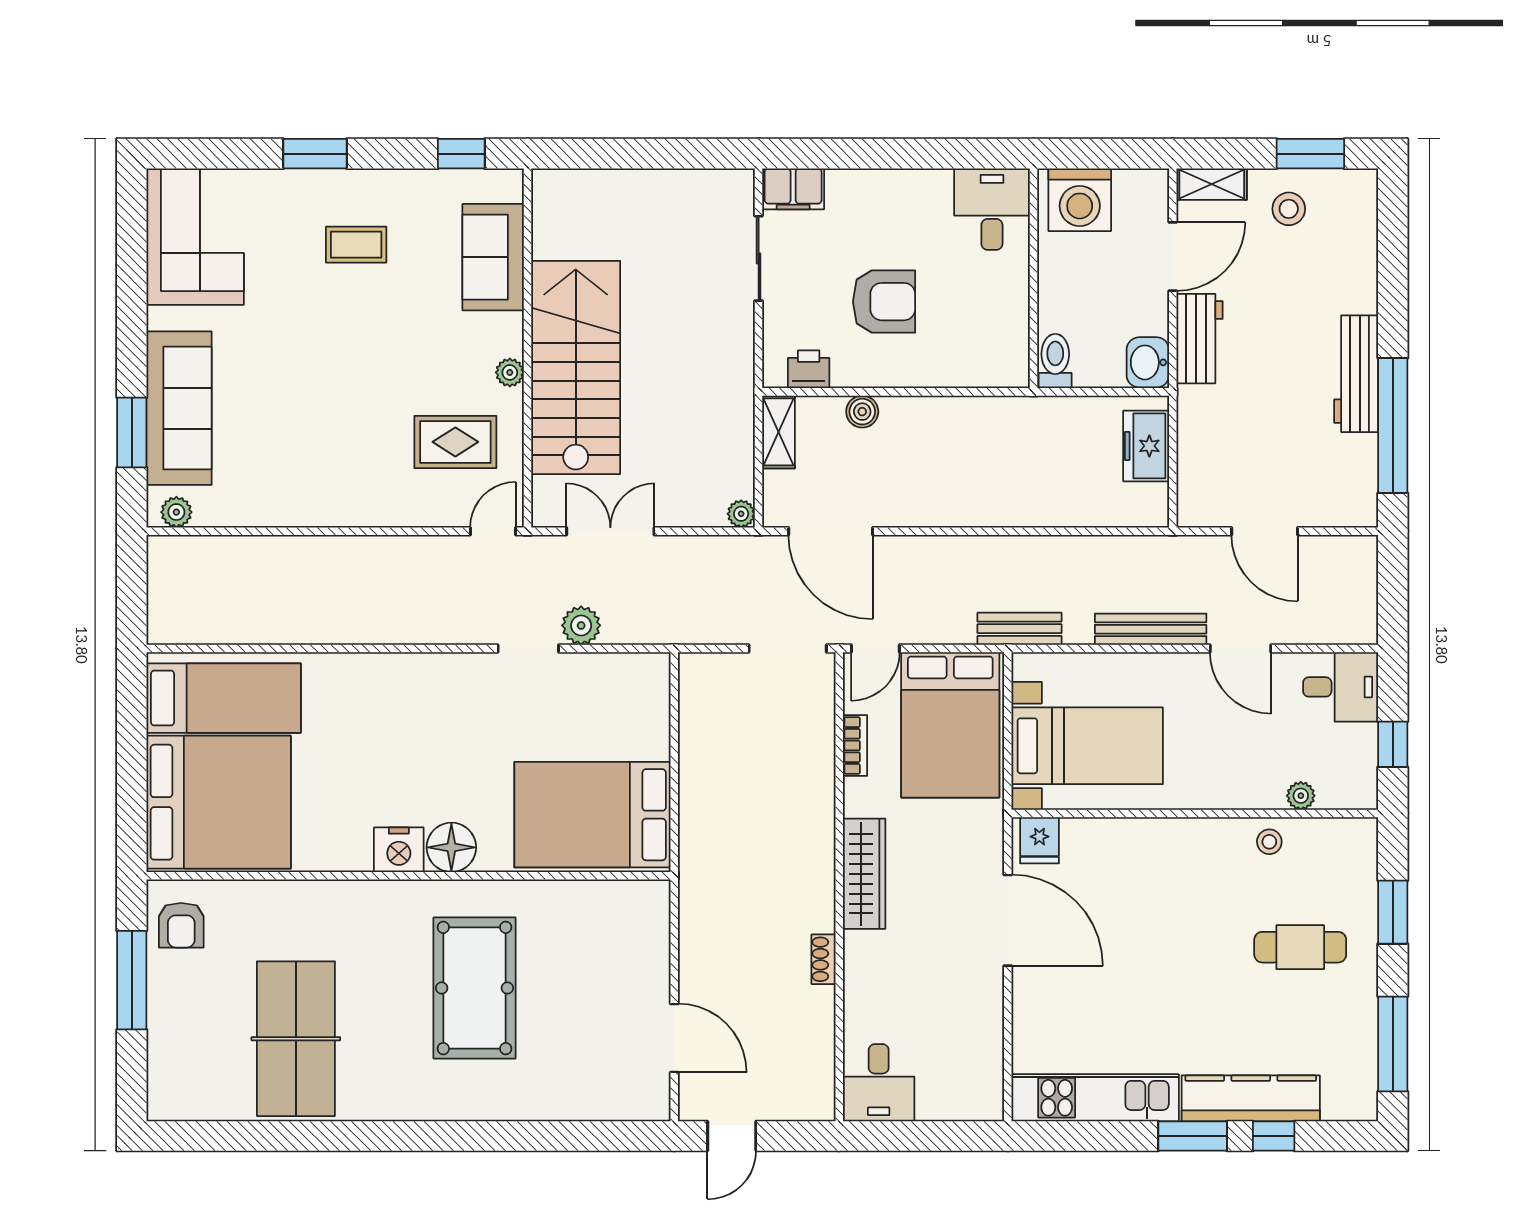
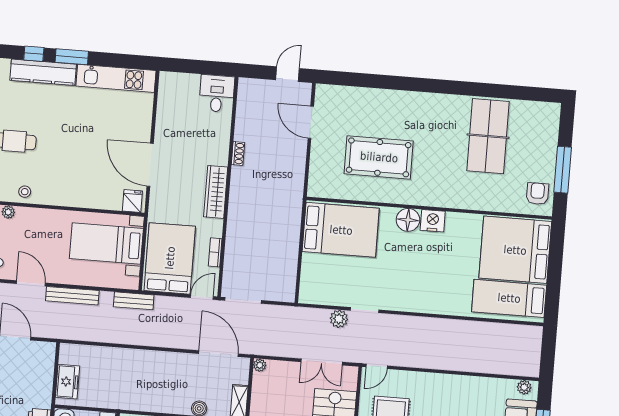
pool table: (474, 988) -> (379, 157), moved, turned 90

